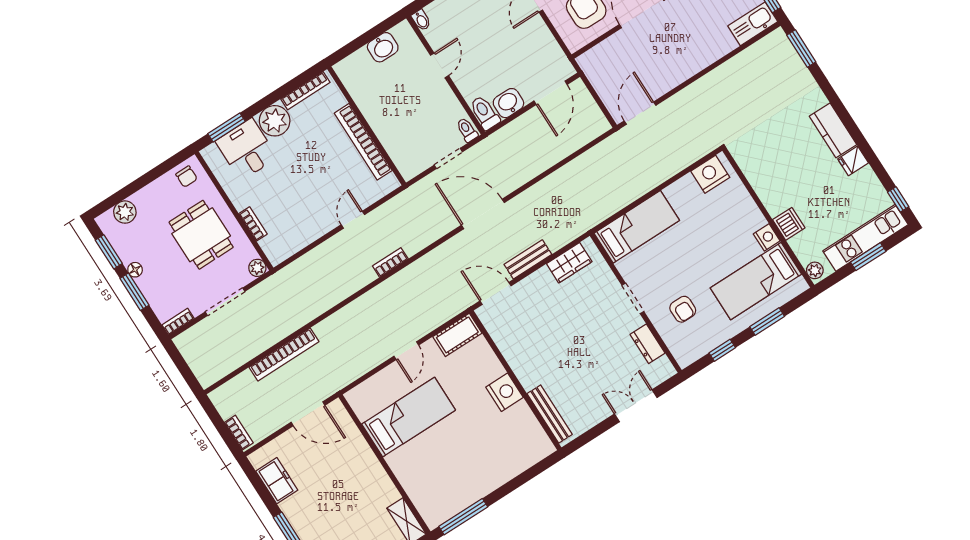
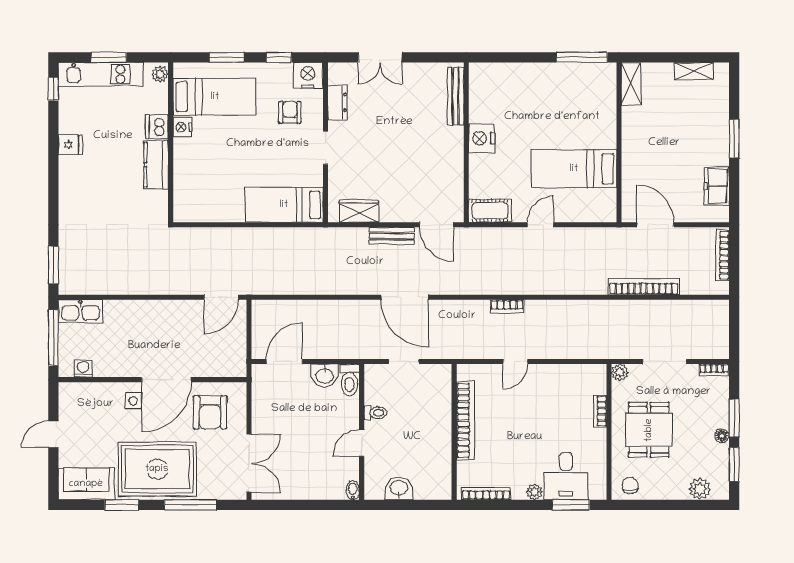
plant: (275, 121) -> (534, 492), width x0.53, depth x0.53
toilet: (467, 130) -> (375, 413), moved, turned -90
kitchen counter: (833, 130) -> (156, 165), moved, turned 180
nightstand: (710, 174) -> (308, 75), moved, turned 180
bookcase: (239, 433) -> (723, 255), width x1.56

